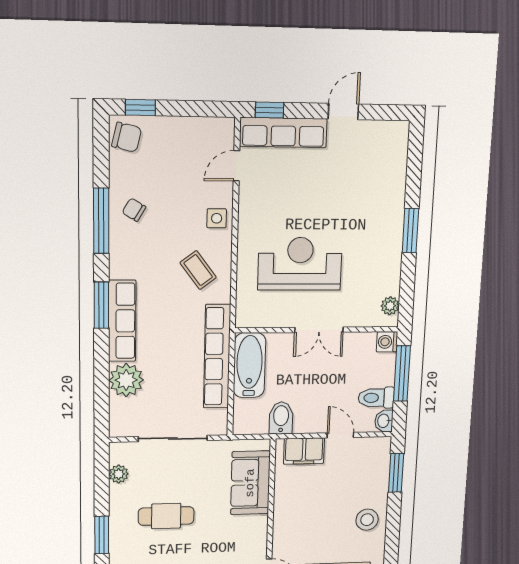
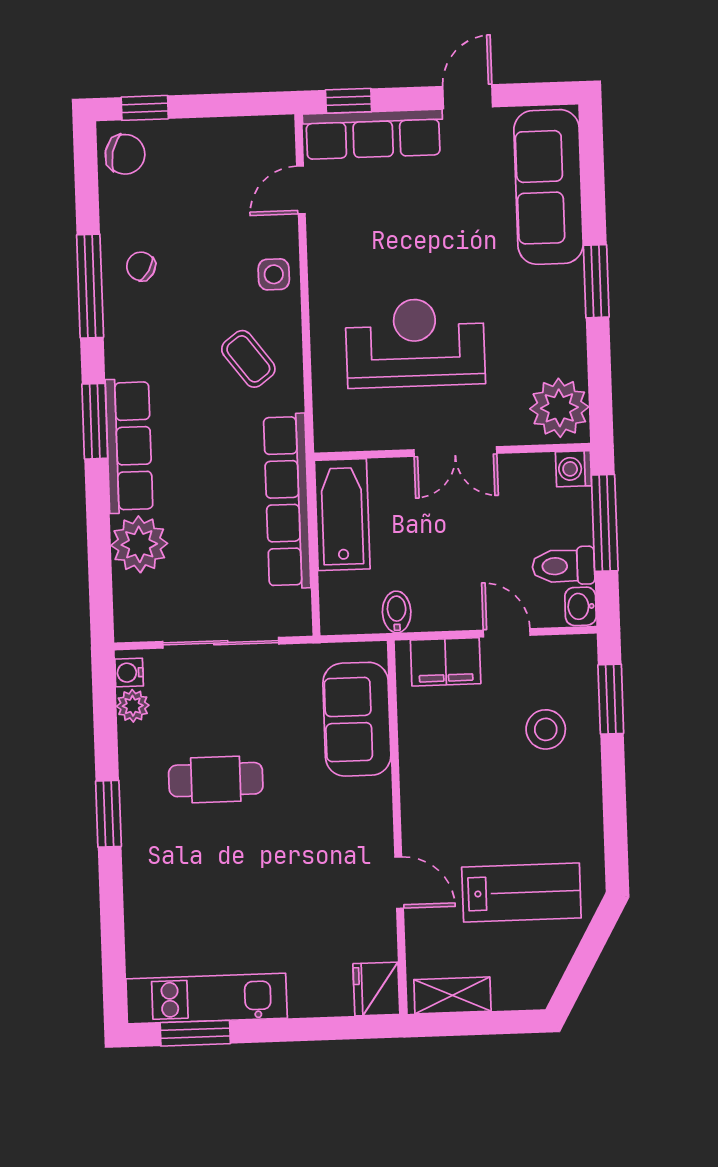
sofa: (387, 171) -> (549, 187), added
plant: (390, 306) -> (559, 408), width x1.87, depth x1.87
bidet: (281, 418) -> (397, 612), width x0.72, depth x0.74
water cooler: (117, 455) -> (129, 673), added
stool: (367, 520) -> (546, 729), moved

